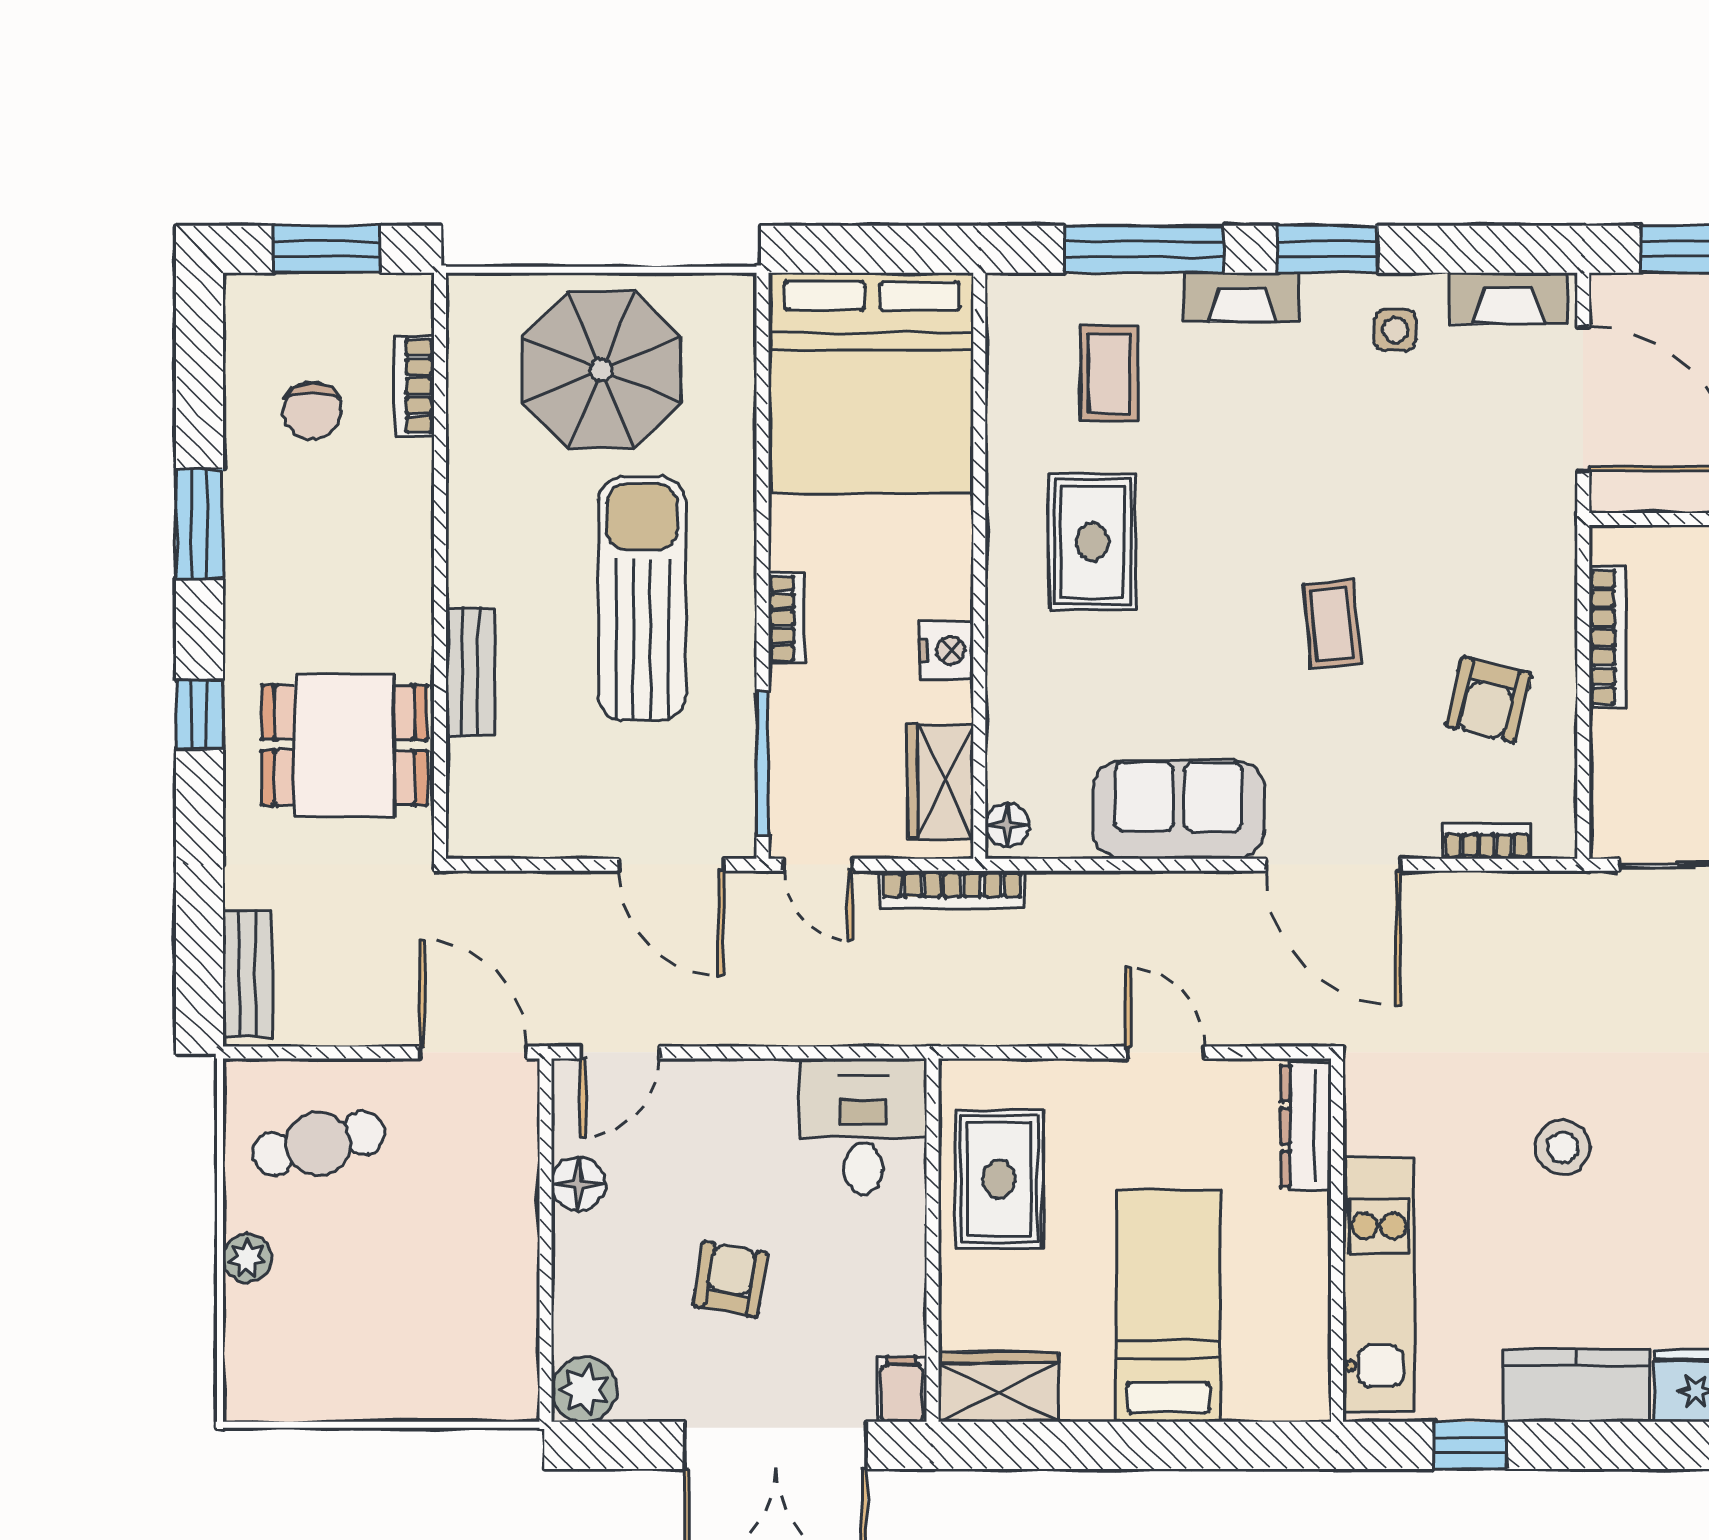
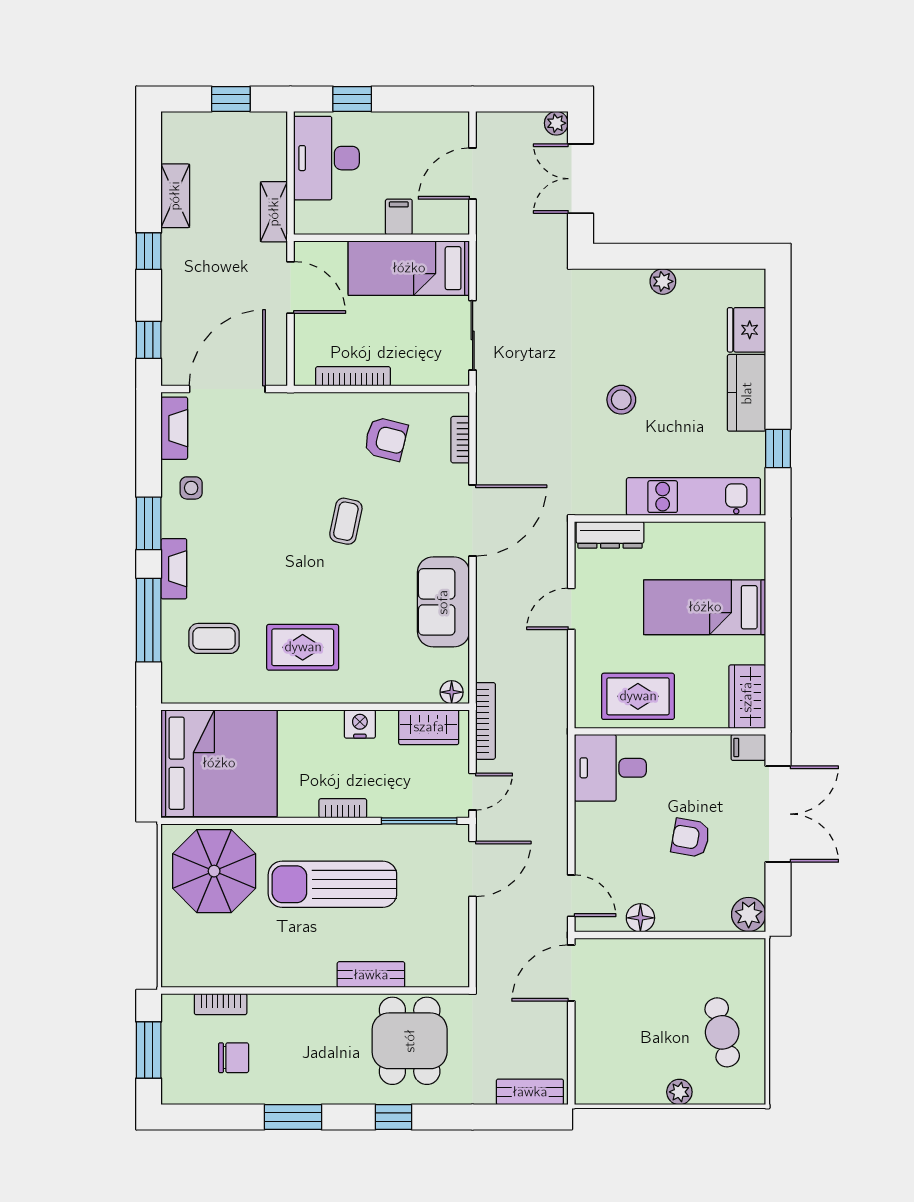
parasol: (601, 370) -> (214, 871), moved
coffee table: (1332, 624) -> (346, 521), turned -73
cafe table: (319, 1144) -> (722, 1032), moved

